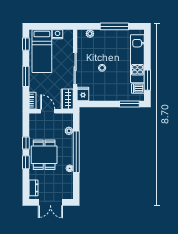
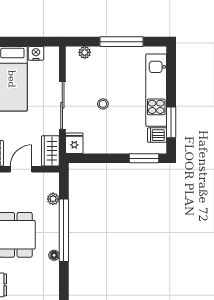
door: (48, 111) -> (21, 169), hinge flipped

